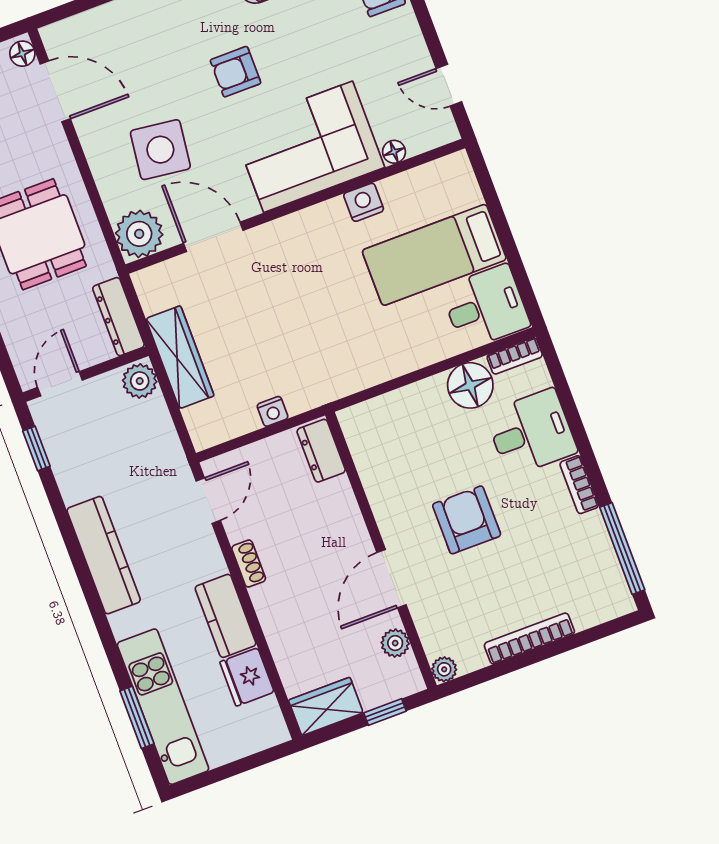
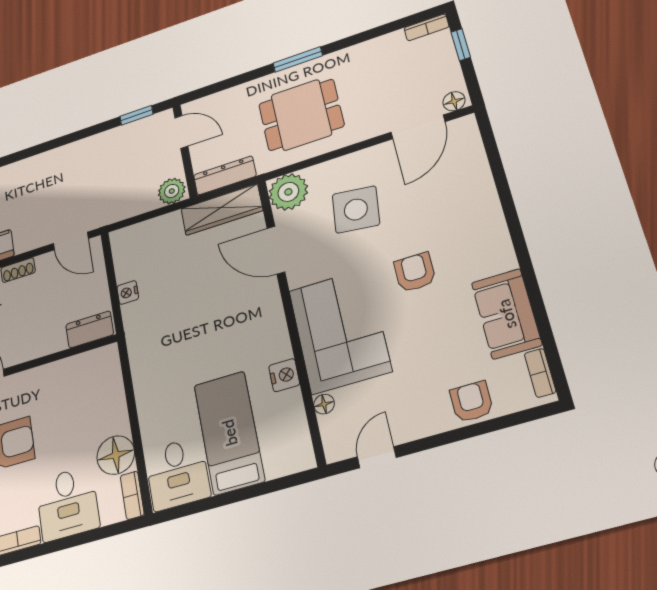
door: (213, 237) -> (276, 250), swing flipped
wardrobe: (180, 357) -> (222, 210), moved
kitchen counter: (104, 555) -> (49, 164), removed

